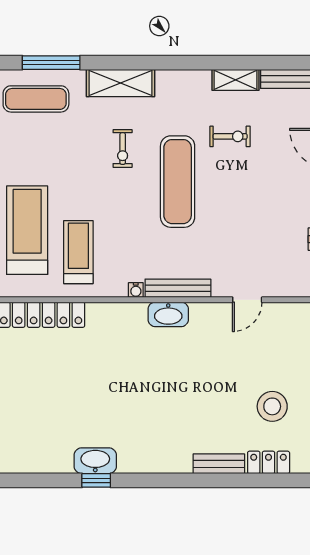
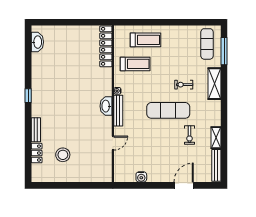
treadmill: (27, 230) -> (145, 40), width x0.73, depth x0.73
door: (247, 300) -> (113, 143), swing flipped
washbasin: (95, 461) -> (37, 42), moved
window: (96, 480) -> (28, 96), moved

